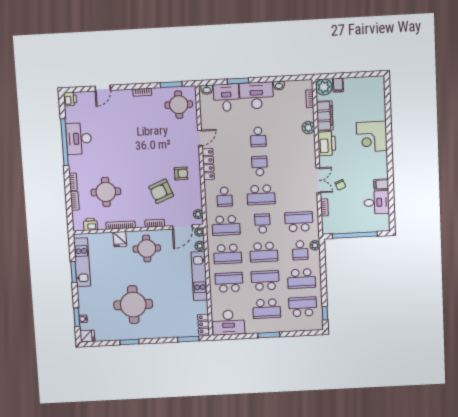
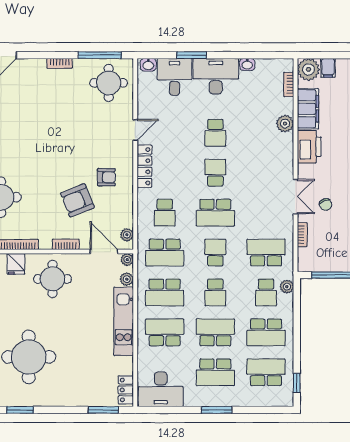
window: (171, 85) -> (100, 55), width x1.44
door: (182, 227) -> (104, 252), swing flipped
school desk: (264, 252) -> (215, 292), width x0.54

